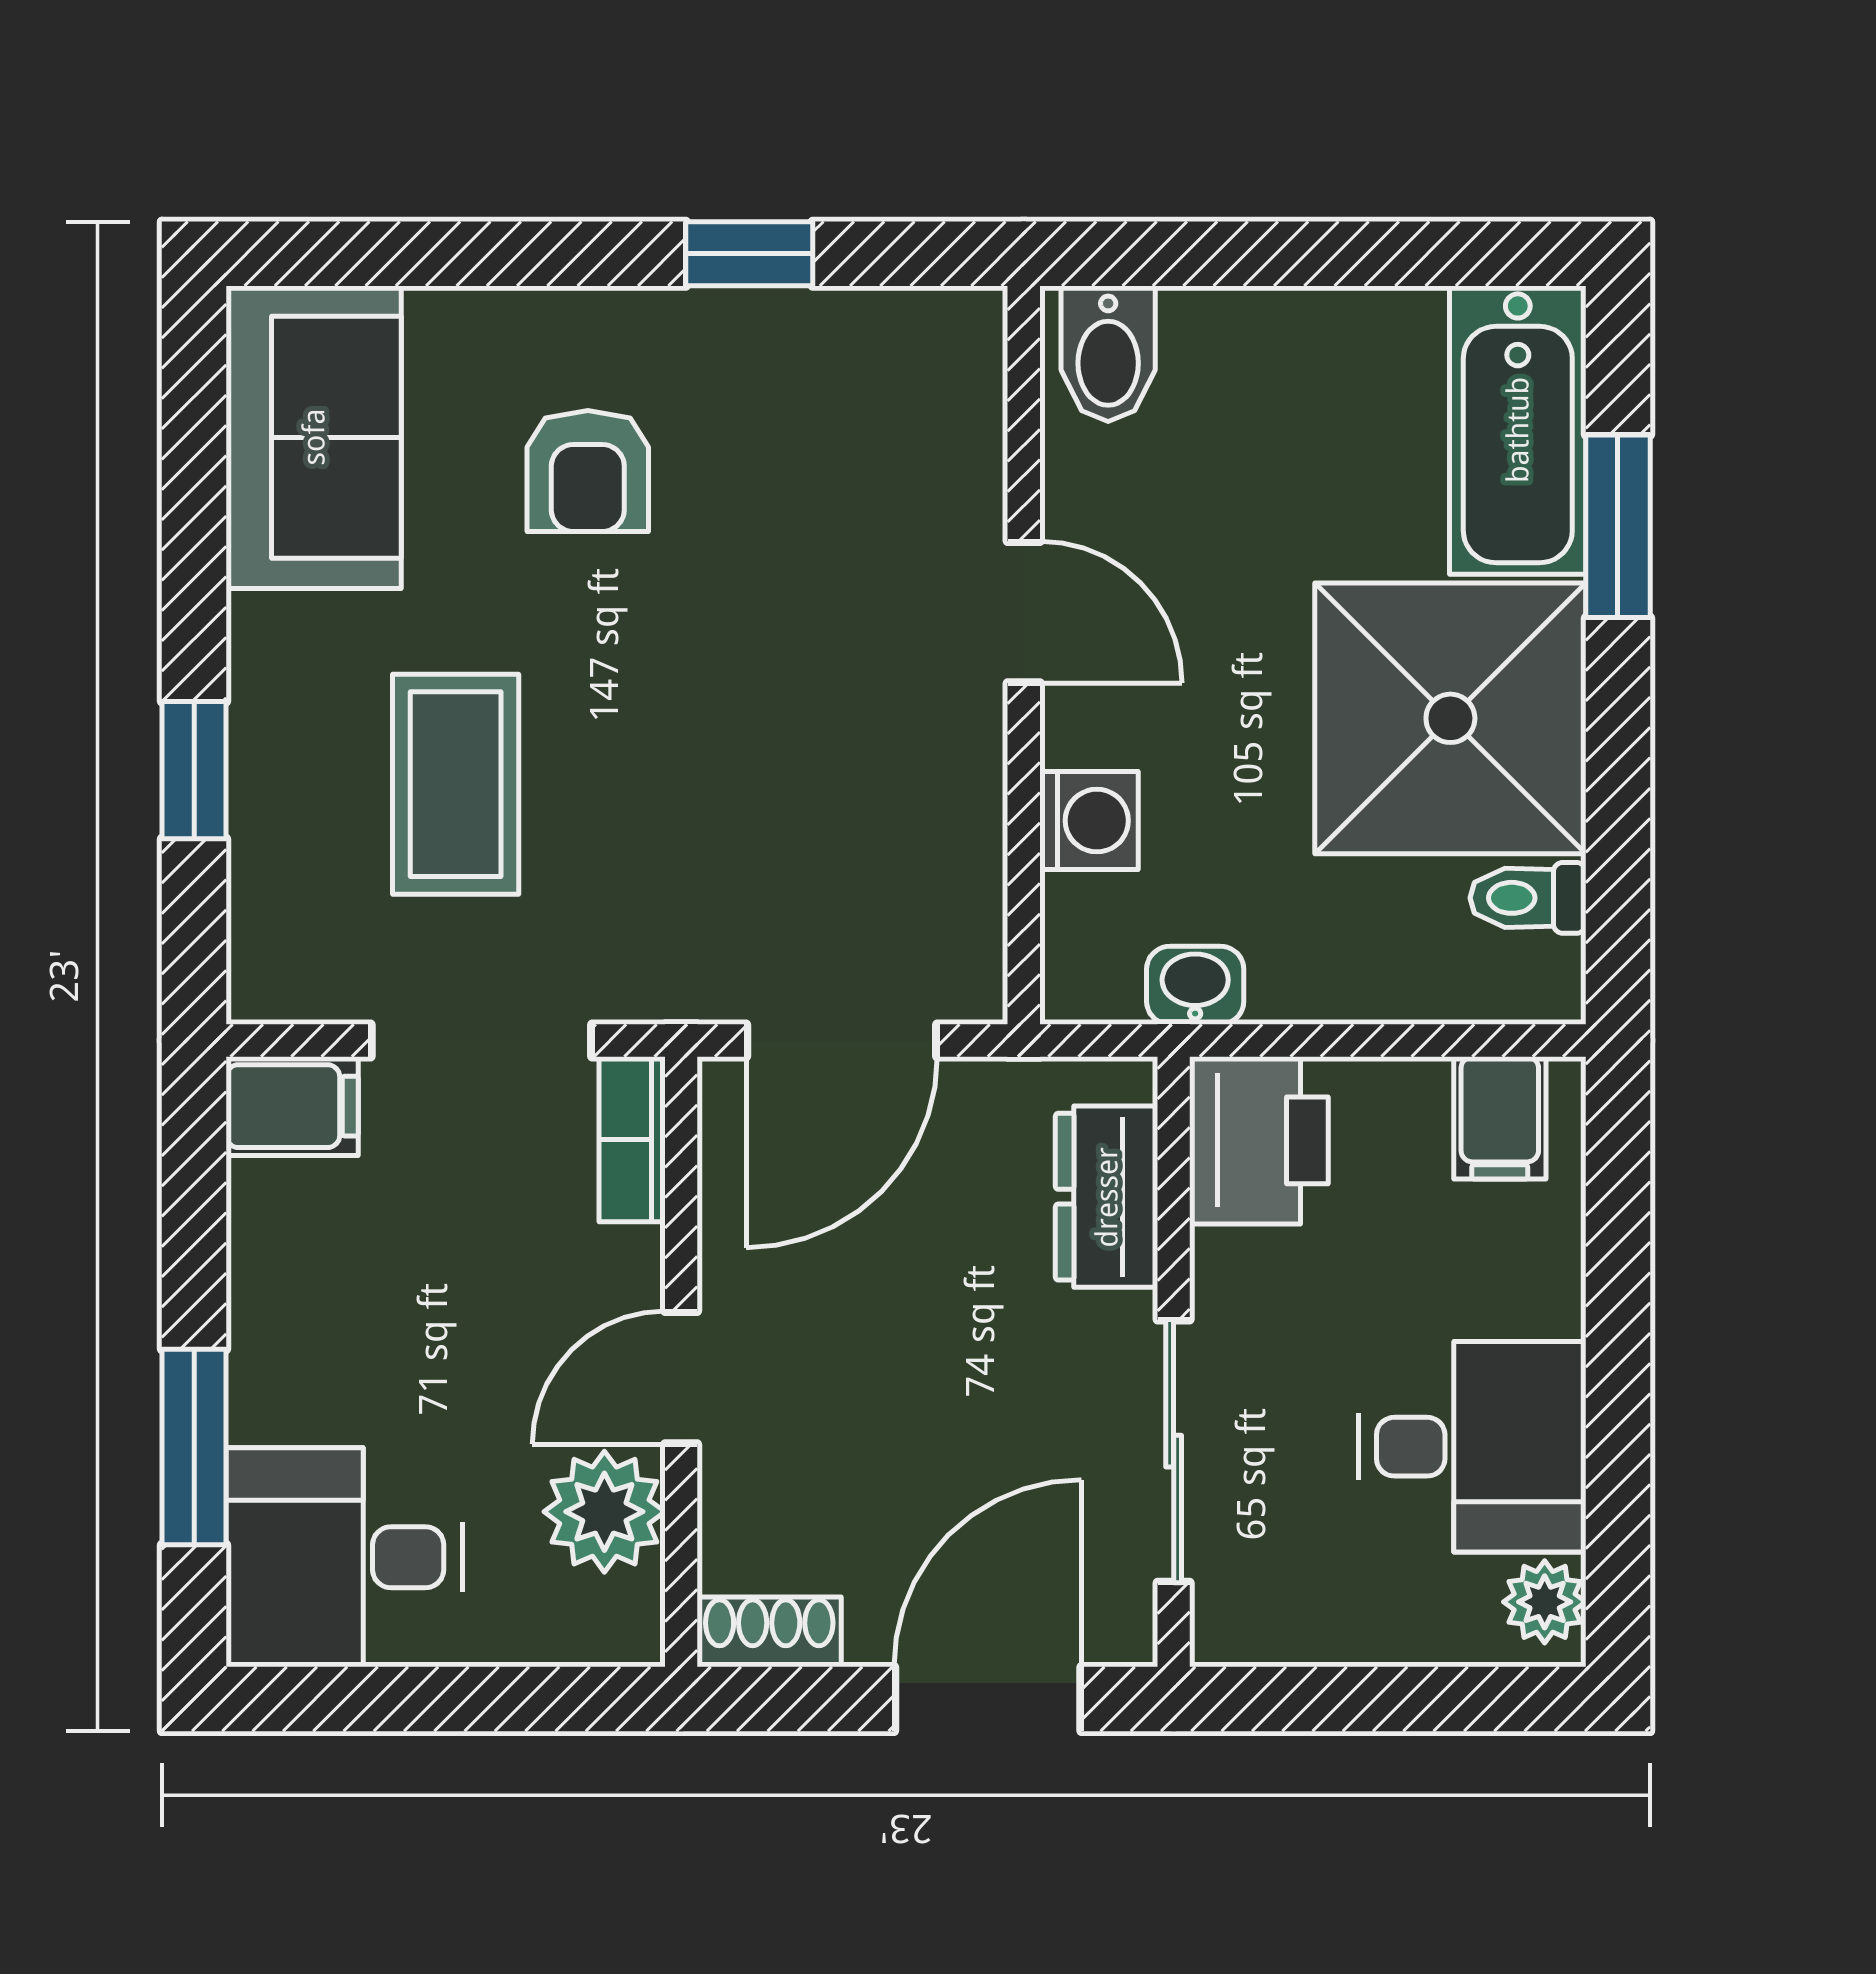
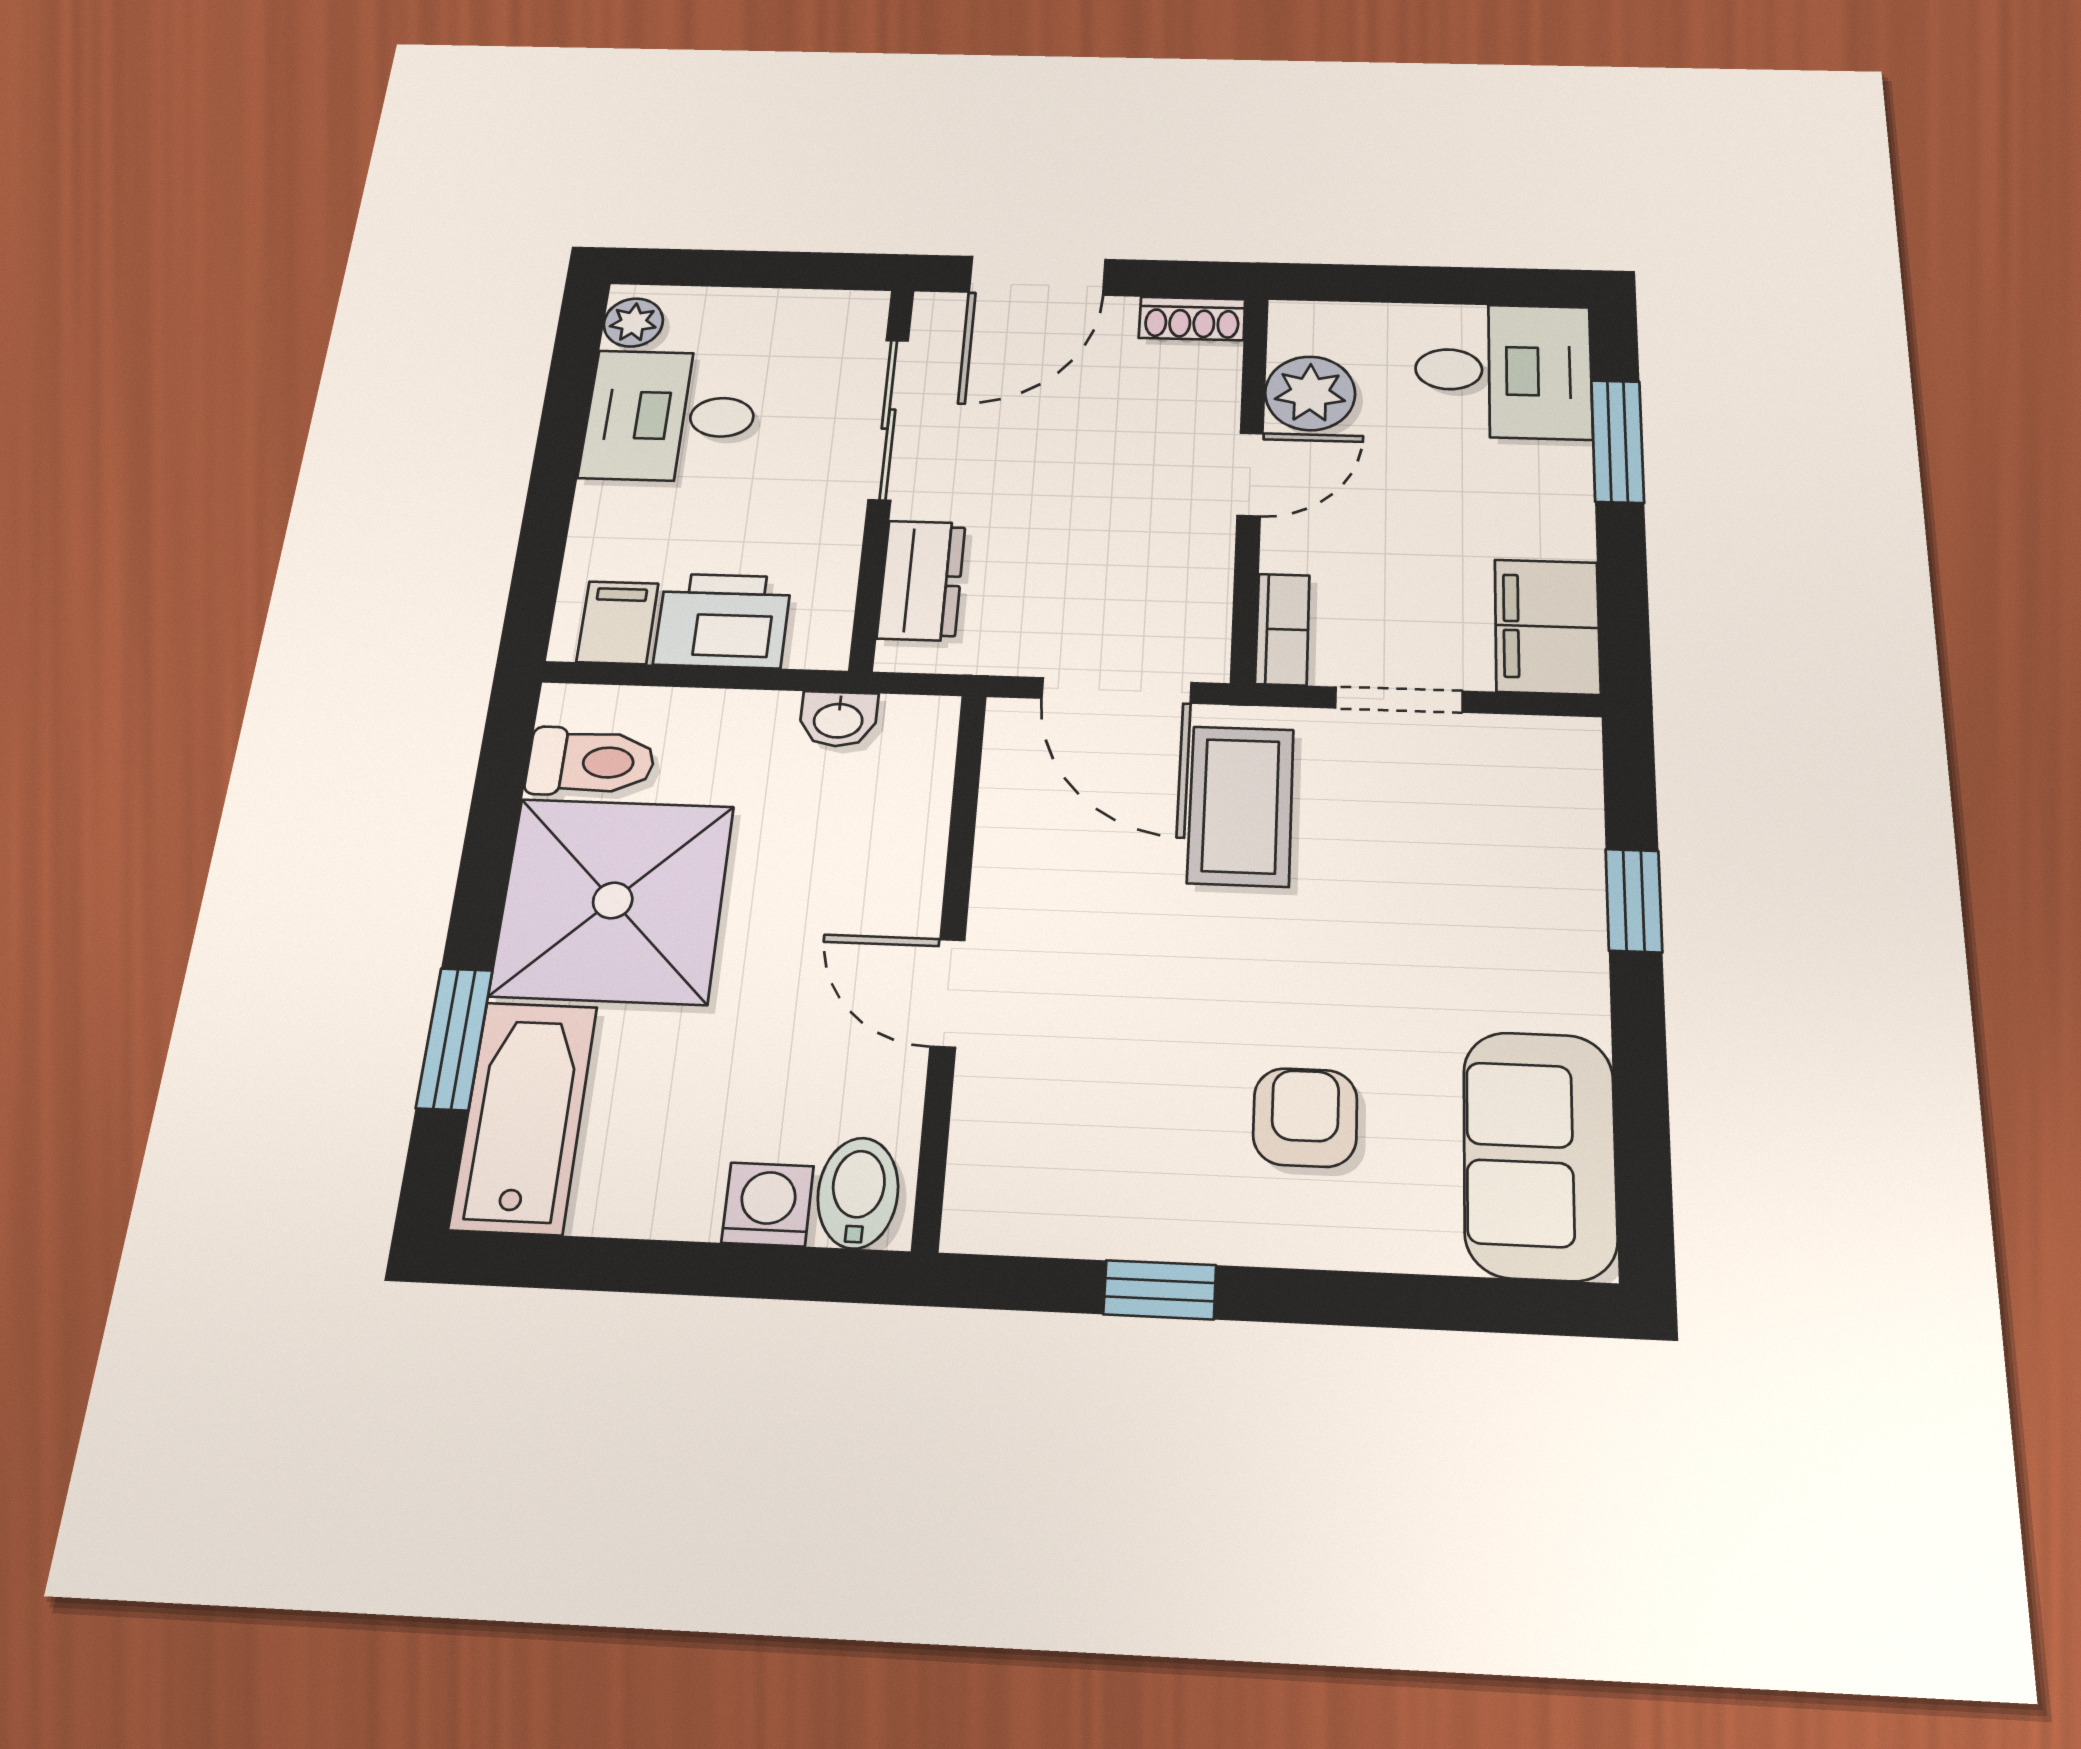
coffee table: (456, 784) -> (1241, 806), moved
washing machine: (1089, 821) -> (768, 1204), moved, turned 90
toilet: (1528, 898) -> (591, 762), width x1.37, depth x1.39
doorway: (481, 1041) -> (1399, 700), width x0.73
door: (842, 1041) -> (1116, 690), swing flipped
filing cabinet: (292, 1106) -> (1547, 627), width x2.00
printer: (1259, 1140) -> (723, 621), moved, turned 90

